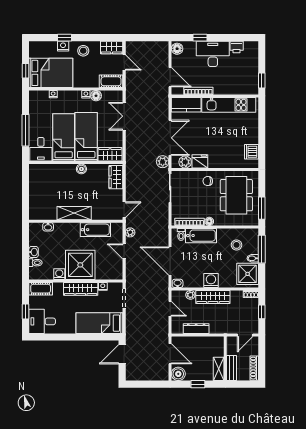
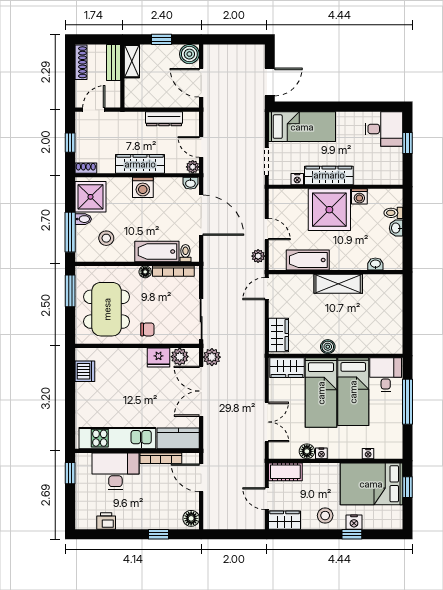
desk: (213, 54) -> (115, 471), moved, turned 180
cot: (41, 289) -> (386, 176), removed
plant: (190, 295) -> (193, 167), moved

